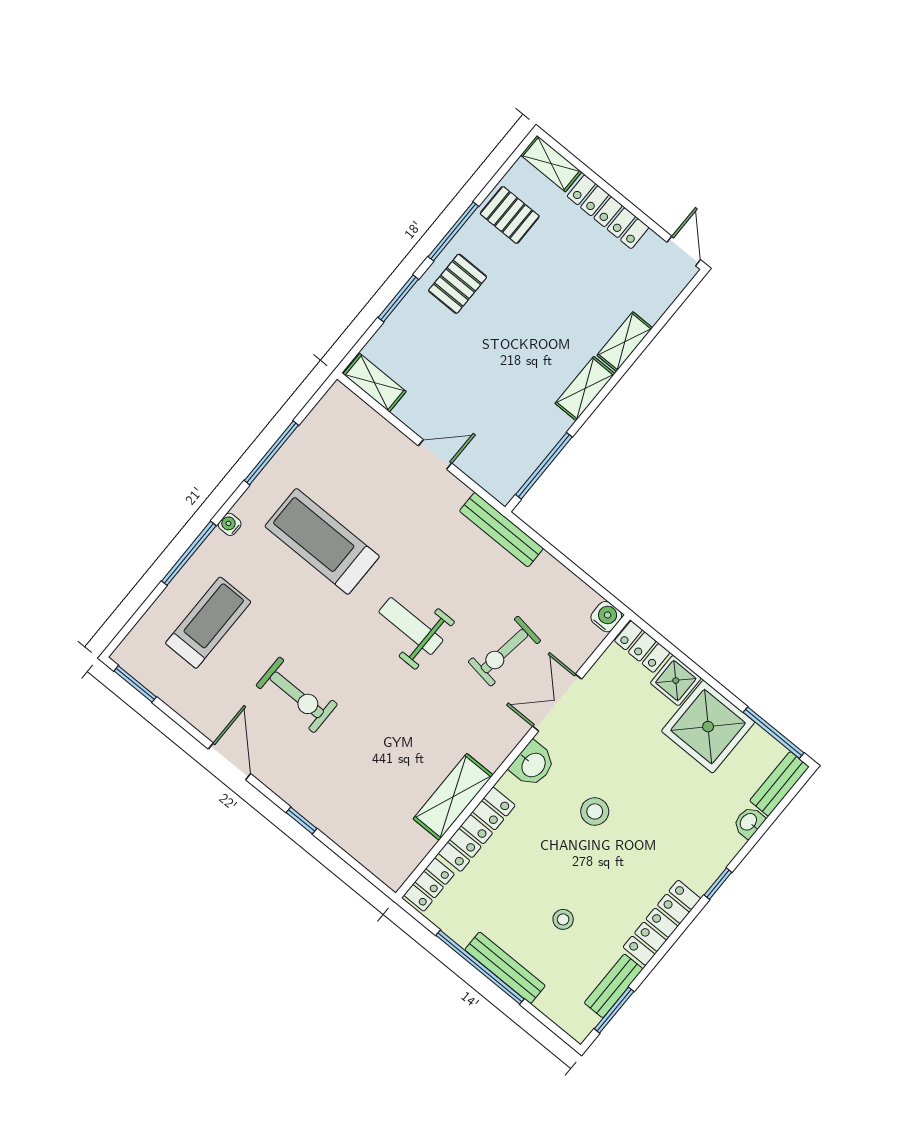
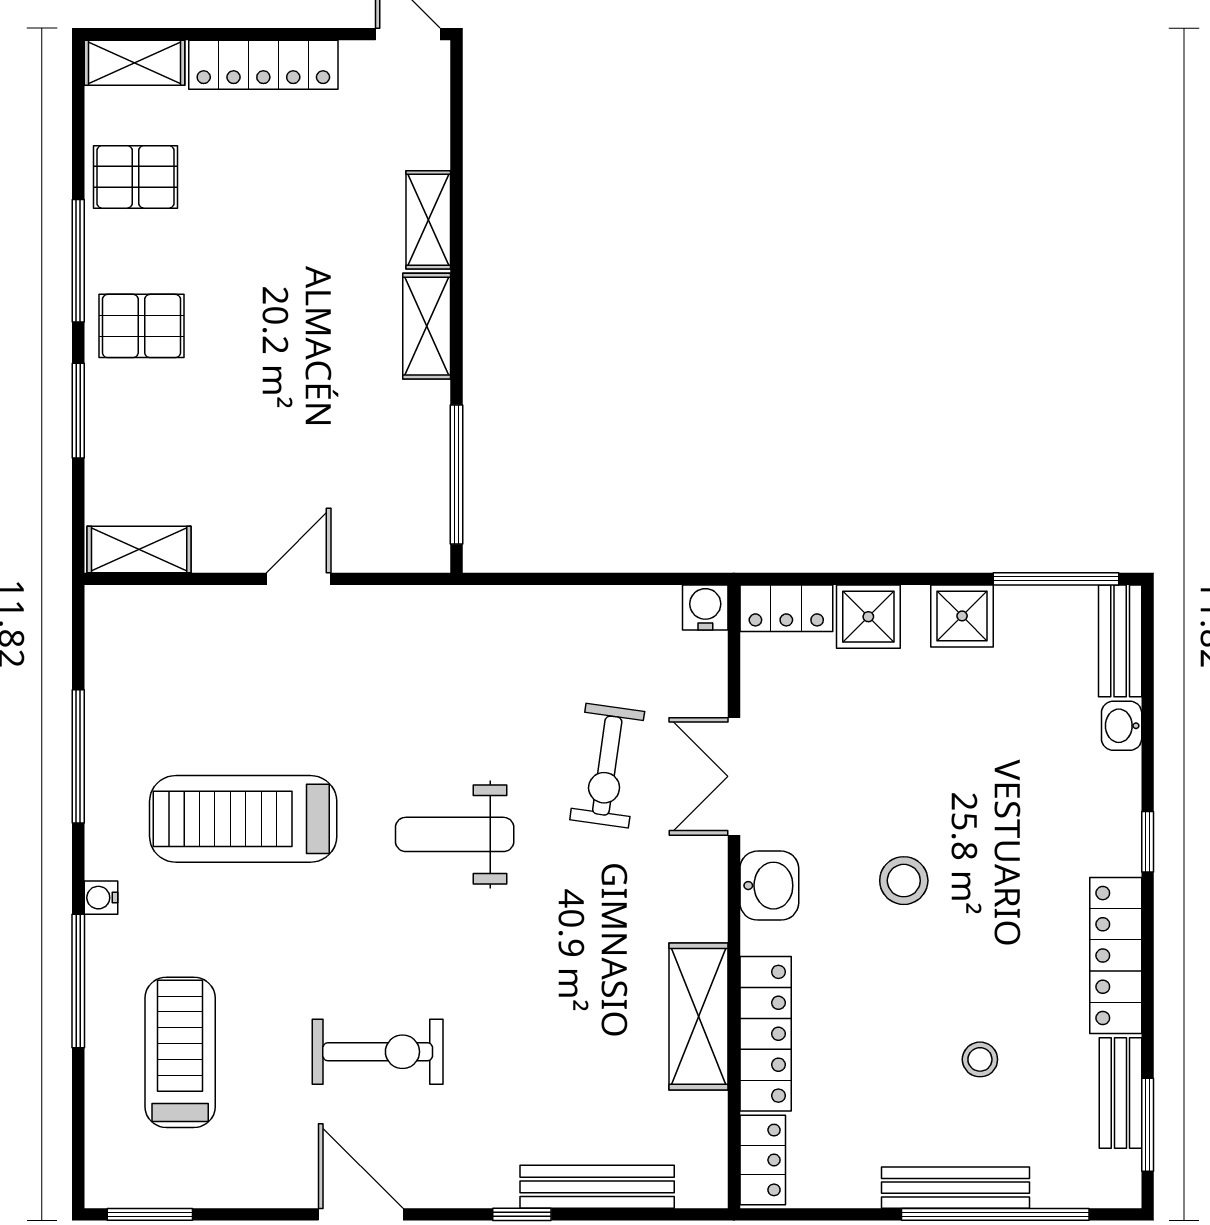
pallet: (458, 284) -> (141, 326), turned 90
bench: (501, 530) -> (597, 1187), moved
shower: (708, 727) -> (962, 616), width x0.54, depth x0.54
window: (480, 967) -> (995, 1214), moved

